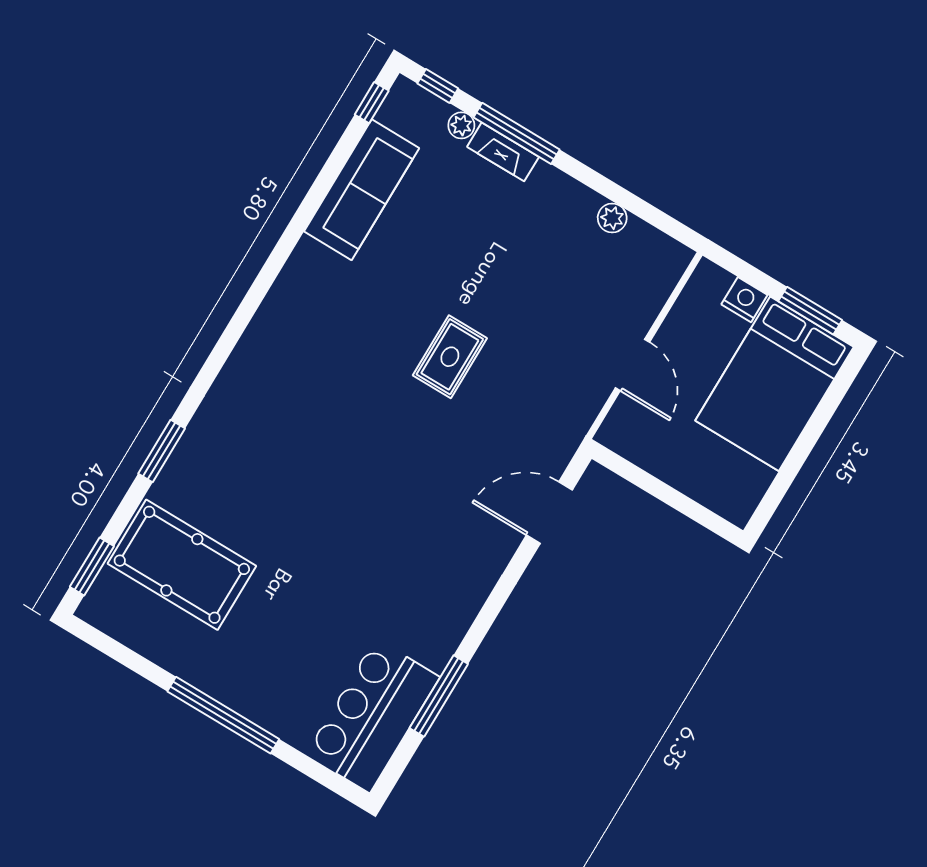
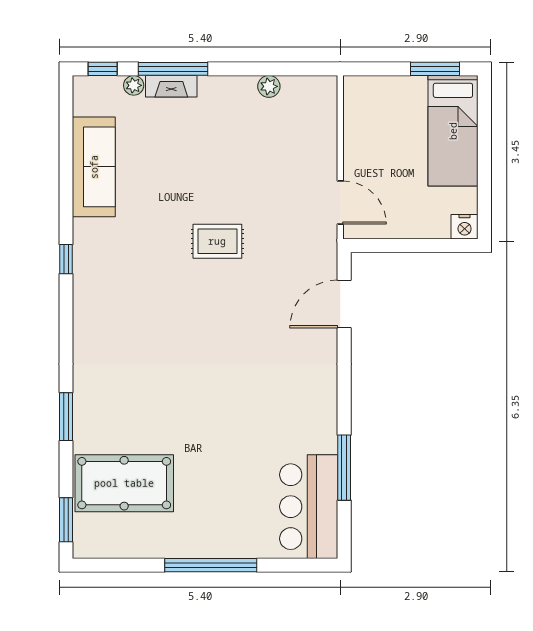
window: (372, 103) -> (66, 259), moved
nightstand: (744, 300) -> (465, 227), moved, turned 180
rug: (450, 357) -> (217, 241), turned 90
door: (632, 365) -> (340, 203), moved
bed: (775, 384) -> (453, 131), width x0.67

